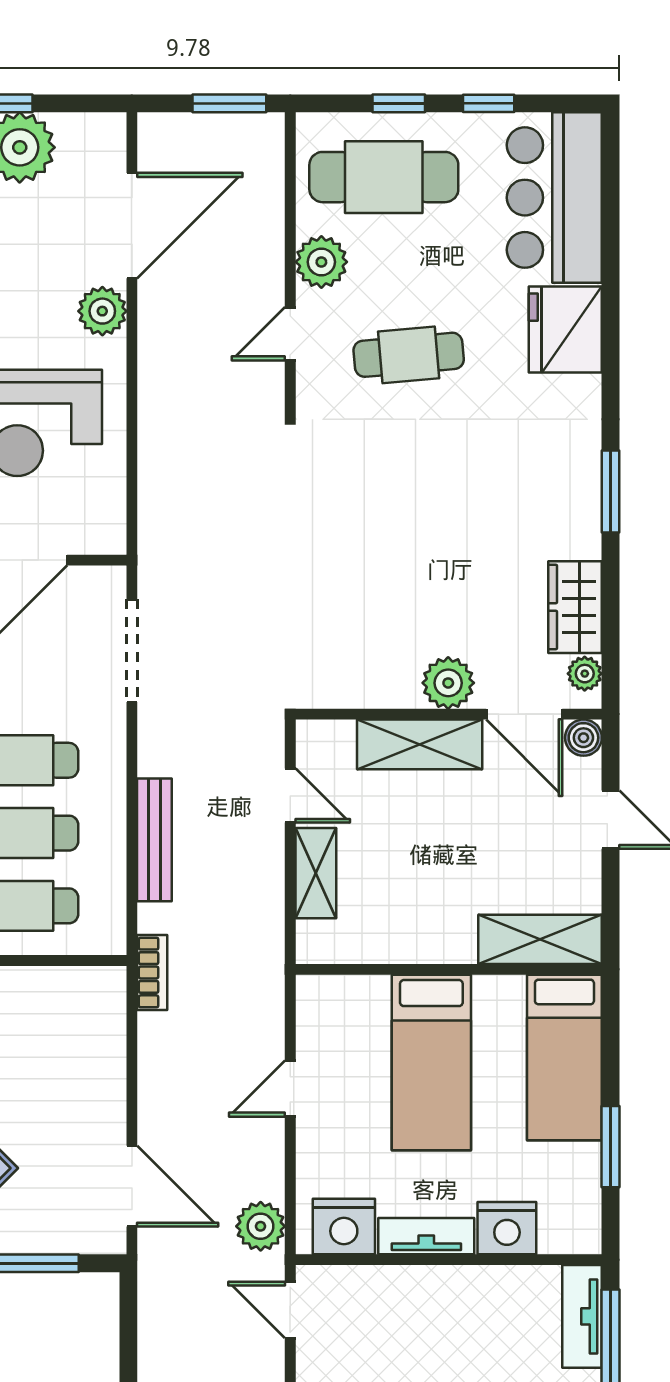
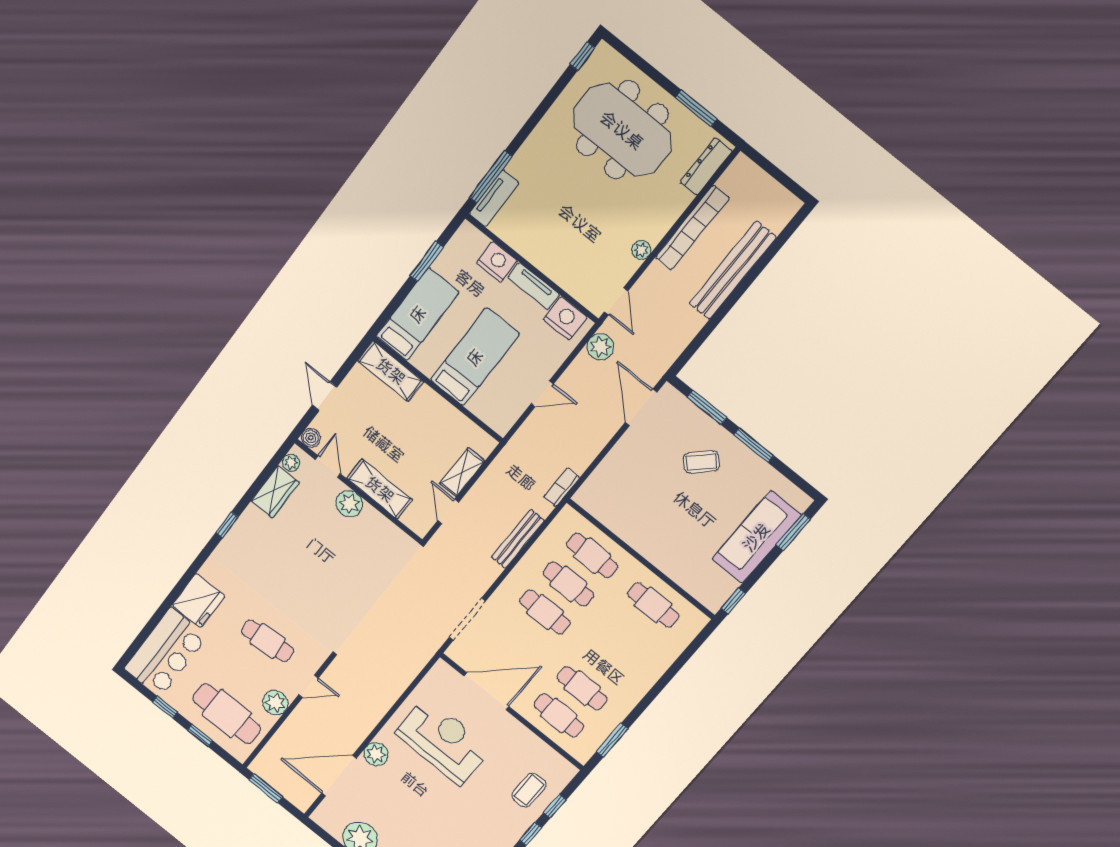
window: (611, 491) -> (227, 525), width x0.67
door: (524, 714) -> (328, 467), width x0.73

